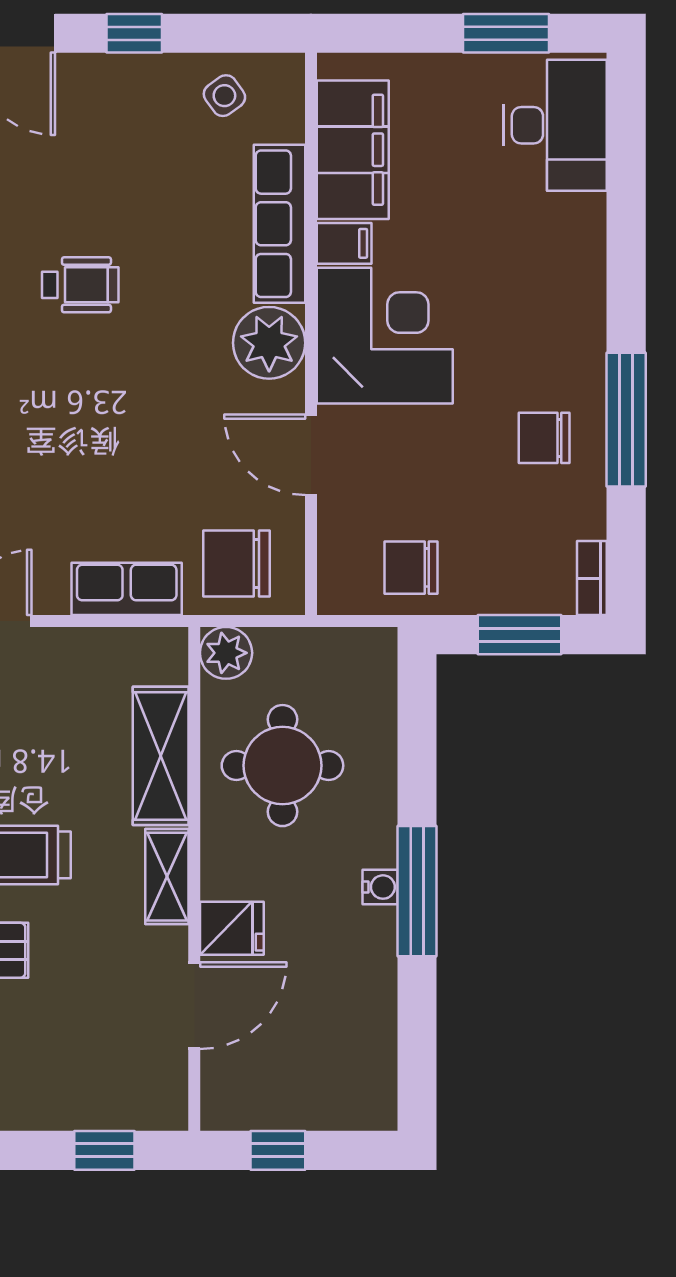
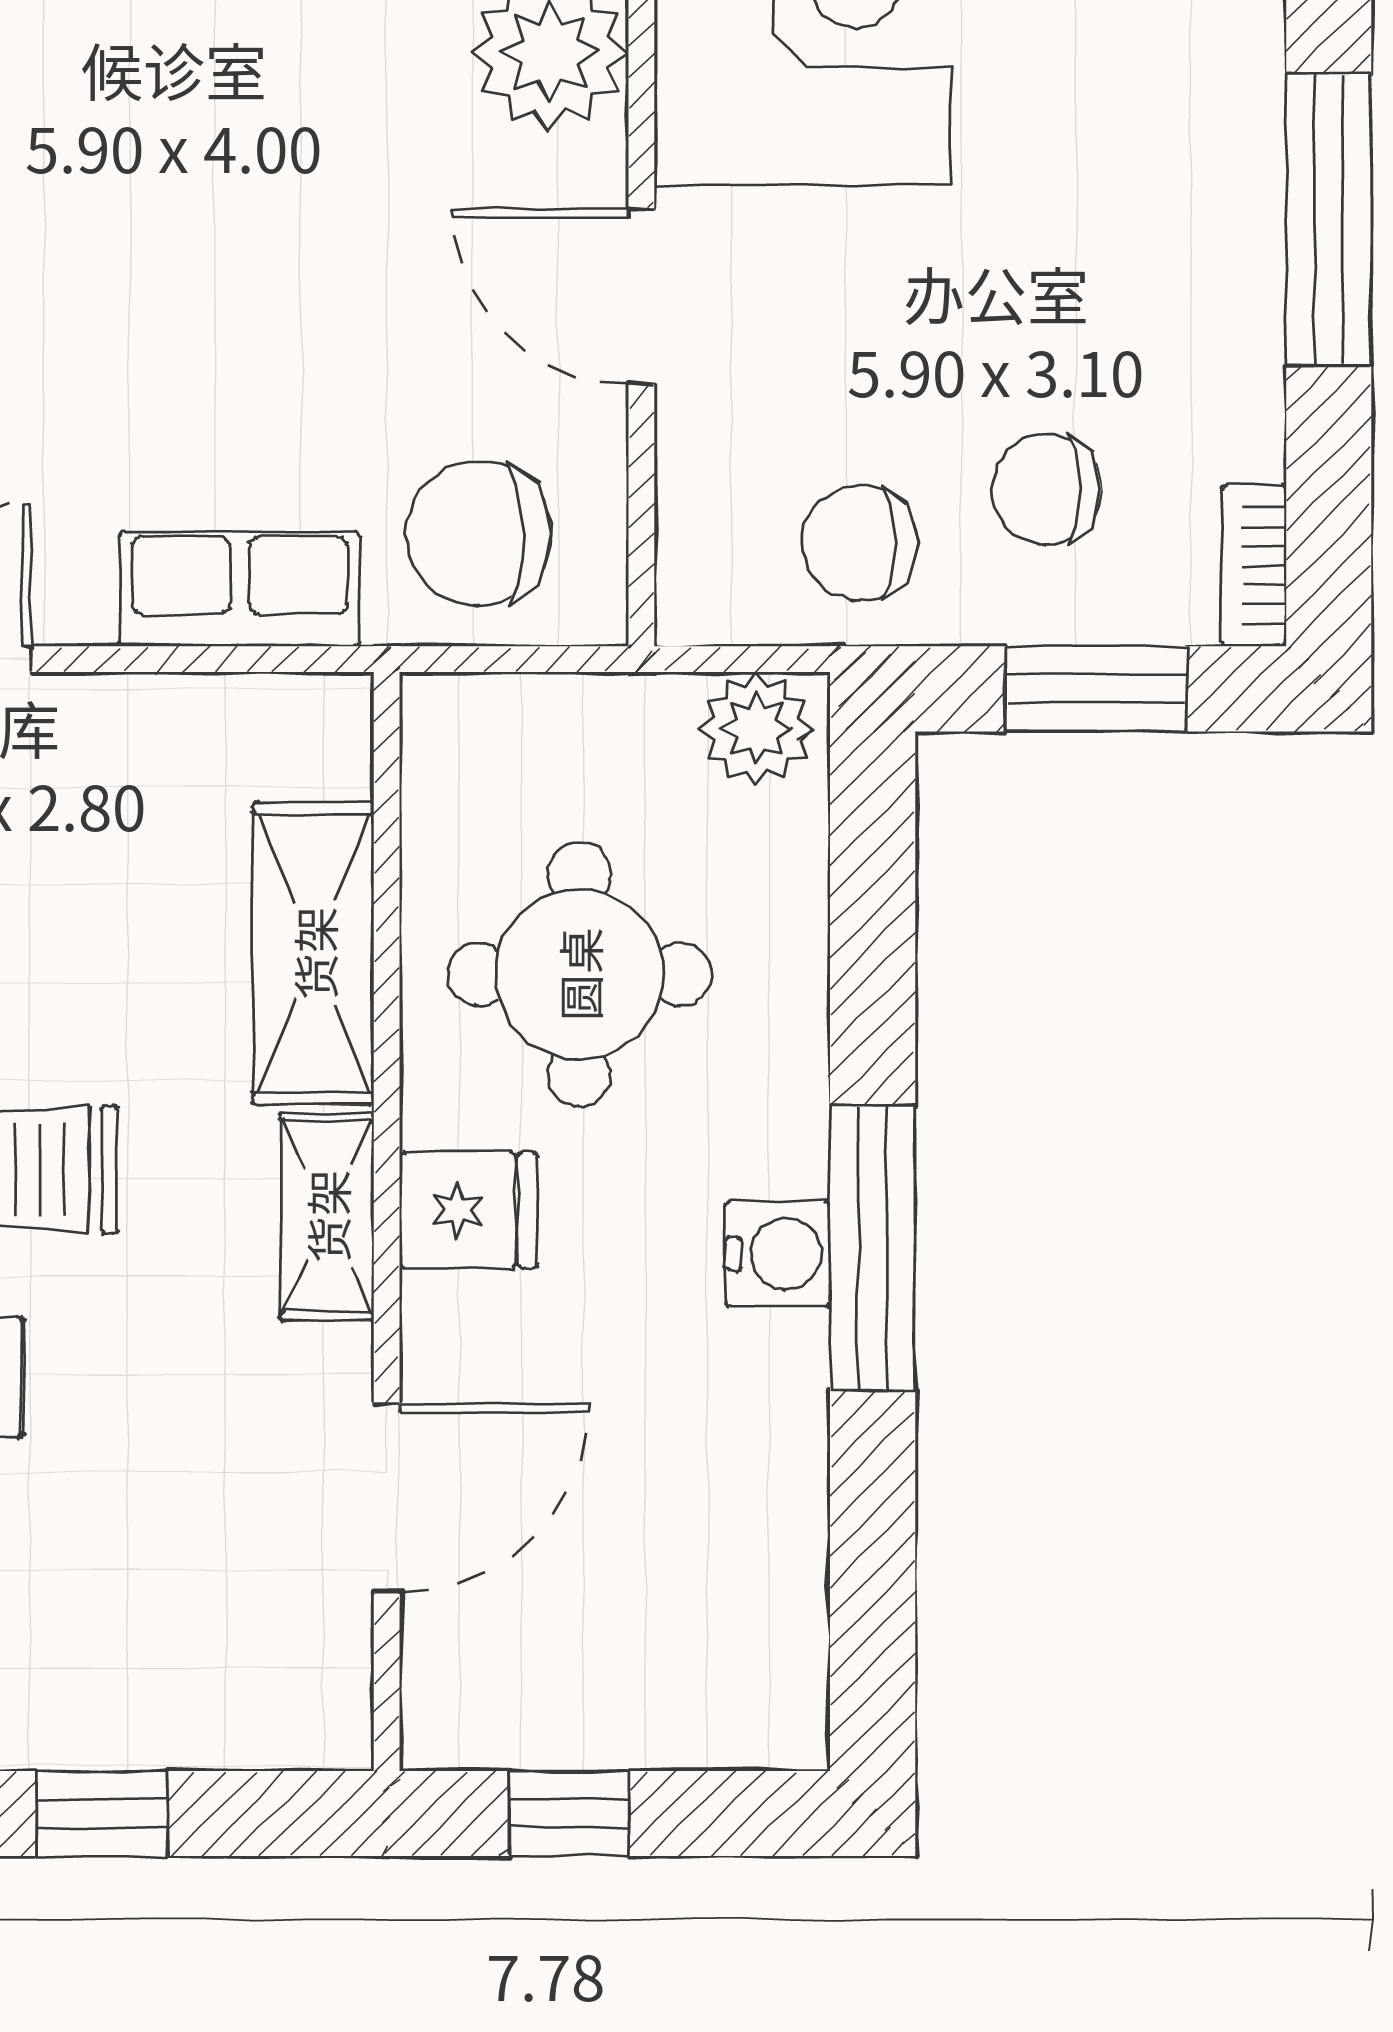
chair: (544, 438) -> (1046, 489), moved
plant: (226, 653) -> (756, 729), moved
water cooler: (380, 887) -> (778, 1254), width x1.38, depth x1.38
fridge: (232, 928) -> (469, 1210), moved
window: (104, 1150) -> (102, 1813), moved

